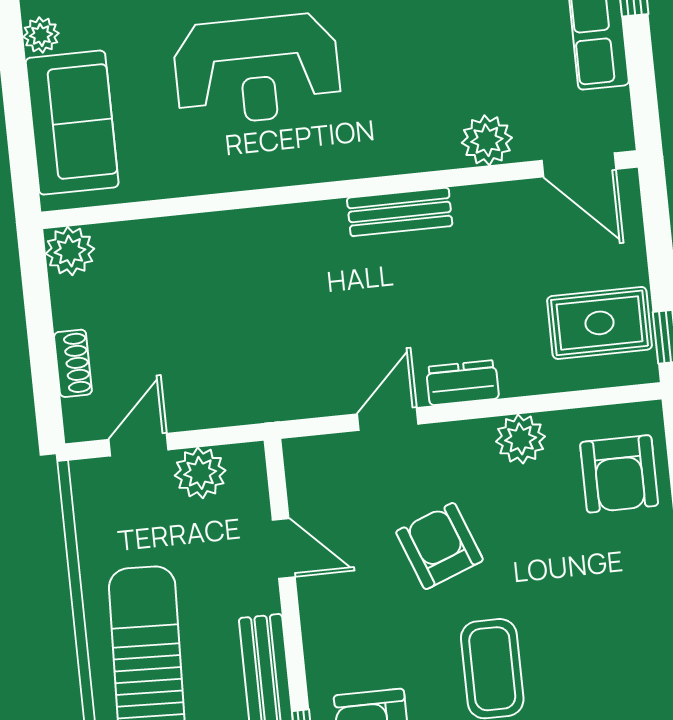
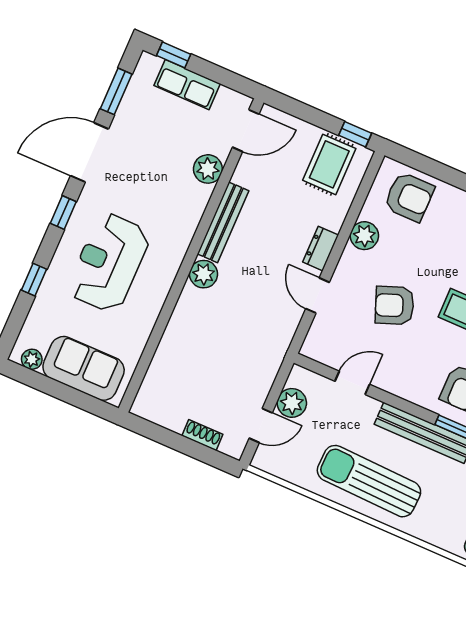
reception desk: (257, 69) -> (109, 263), turned 180
bench: (400, 212) -> (223, 222), width x1.36
plant: (70, 251) -> (204, 274), moved
door: (139, 445) -> (261, 425), swing flipped

